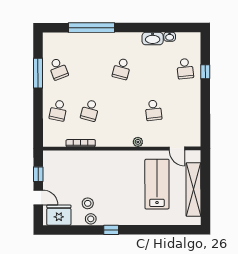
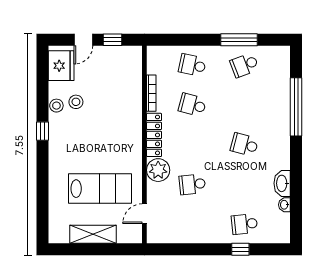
locker: (114, 141) -> (154, 135), added
plant: (138, 142) -> (158, 170), width x1.88, depth x1.88
shelving: (193, 190) -> (93, 234), width x0.68

